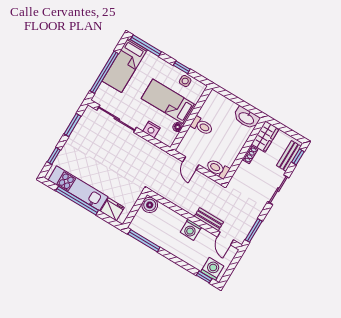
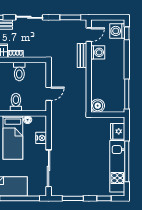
toilet: (218, 169) -> (19, 71), moved
washing machine: (191, 230) -> (98, 52), moved

